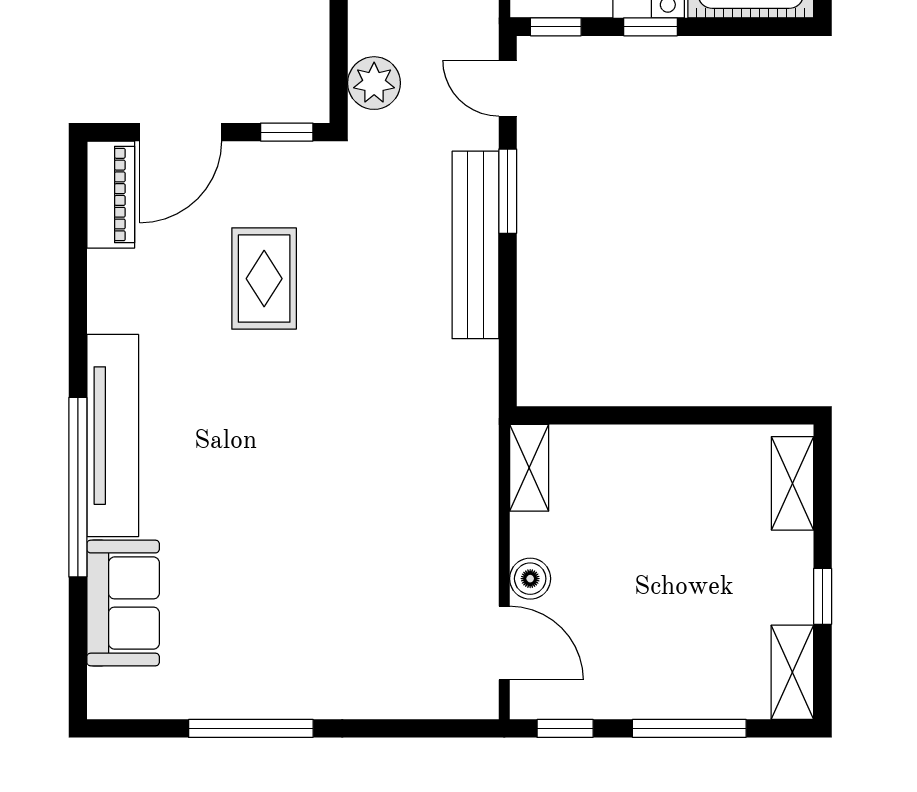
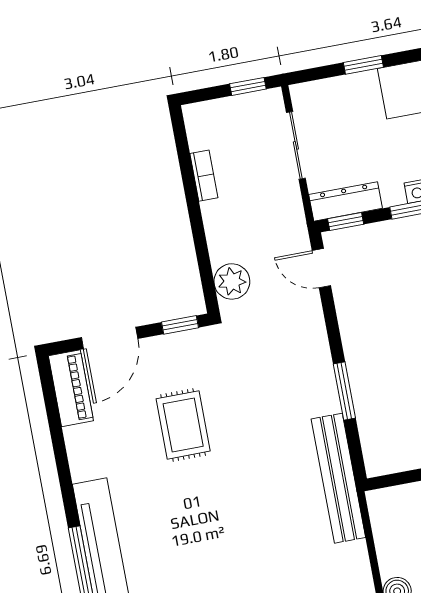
window: (508, 191) -> (344, 391), moved
bench: (475, 245) -> (338, 478), moved
shelving: (529, 468) -> (383, 518), removed

